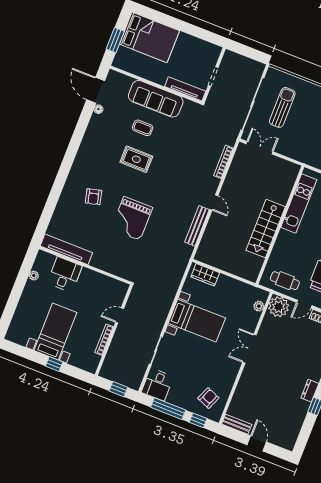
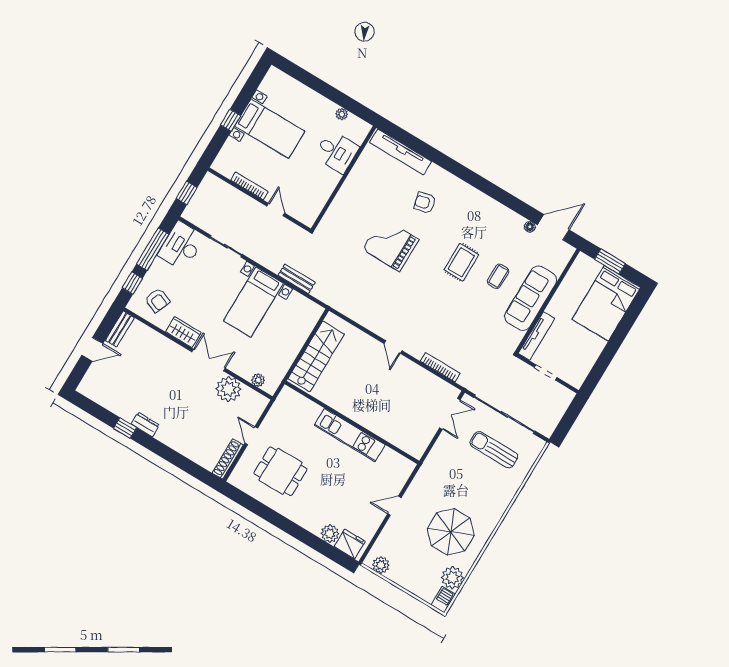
sun lounger: (282, 107) -> (494, 450), turned 180
door: (214, 202) -> (393, 347), hinge flipped
kitchen unit: (299, 204) -> (350, 435), moved
bench: (197, 226) -> (297, 279), moved, width x0.73
stairs: (266, 229) -> (316, 356), moved, turned 90
tv unit: (66, 249) -> (400, 152), moved, turned 90
wardrobe: (205, 275) -> (183, 332), moved, turned 90
cafe table: (285, 281) -> (284, 417), removed
plant: (279, 307) -> (228, 389), moved
desk: (157, 385) -> (181, 246), width x1.37

